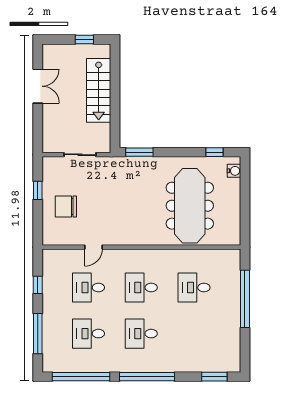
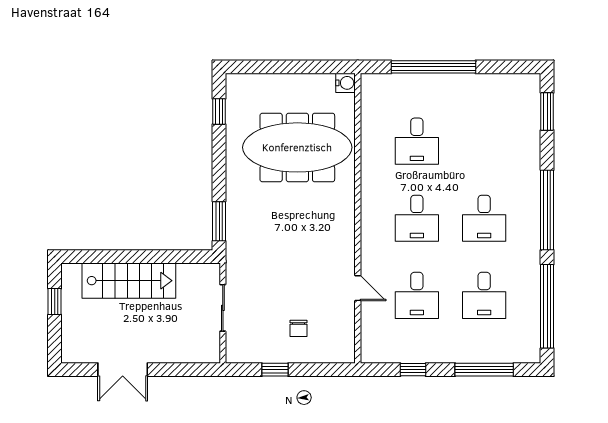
double door: (38, 86) -> (123, 370), swing flipped
water cooler: (234, 171) -> (346, 83), moved, turned 90
chair: (66, 207) -> (298, 328), width x0.54, depth x0.54

